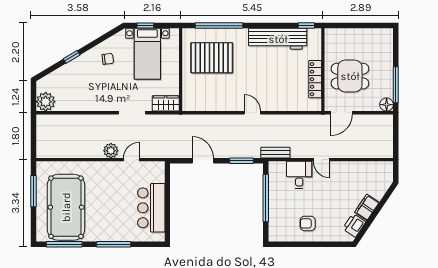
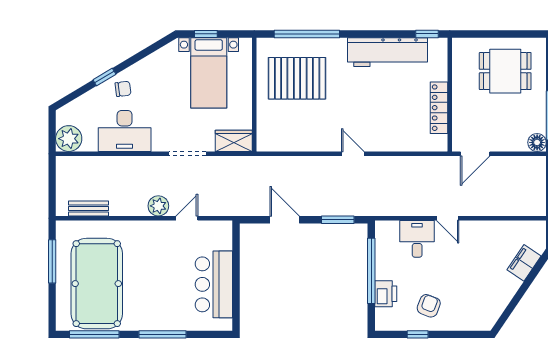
chair: (108, 59) -> (123, 89), moved
dining table: (350, 76) -> (505, 71), moved
desk: (86, 96) -> (125, 131), added
bench: (275, 153) -> (89, 209), moved
filing cabinet: (367, 207) -> (524, 263), moved
armchair: (308, 223) -> (429, 306), turned 111
printer: (354, 225) -> (386, 294), moved, turned 146
window: (300, 244) -> (418, 334), added

